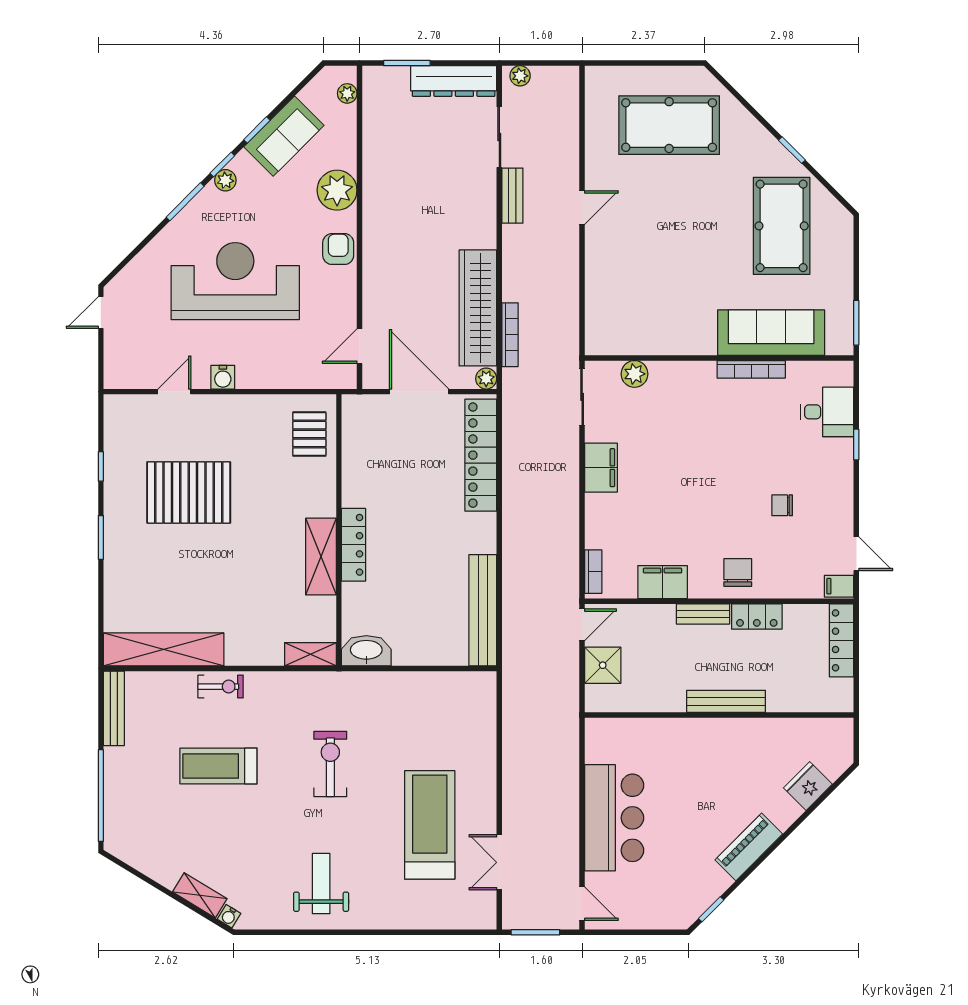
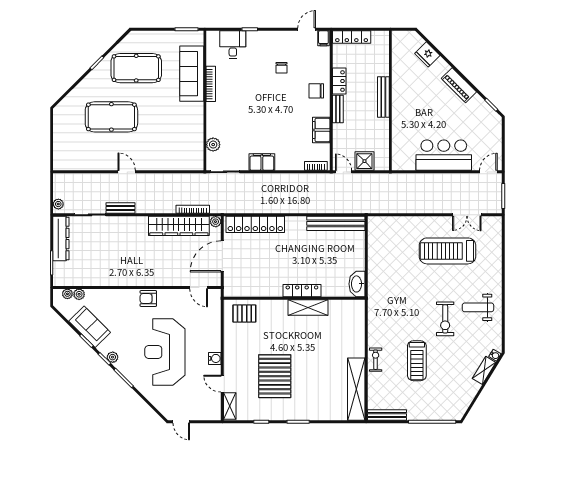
pool table: (669, 125) -> (111, 117), moved, turned 90
plant: (337, 190) -> (79, 294), moved, width x0.53, depth x0.53
shelving: (310, 654) -> (230, 406), moved
exercise bike: (330, 764) -> (445, 319), moved, turned -90

